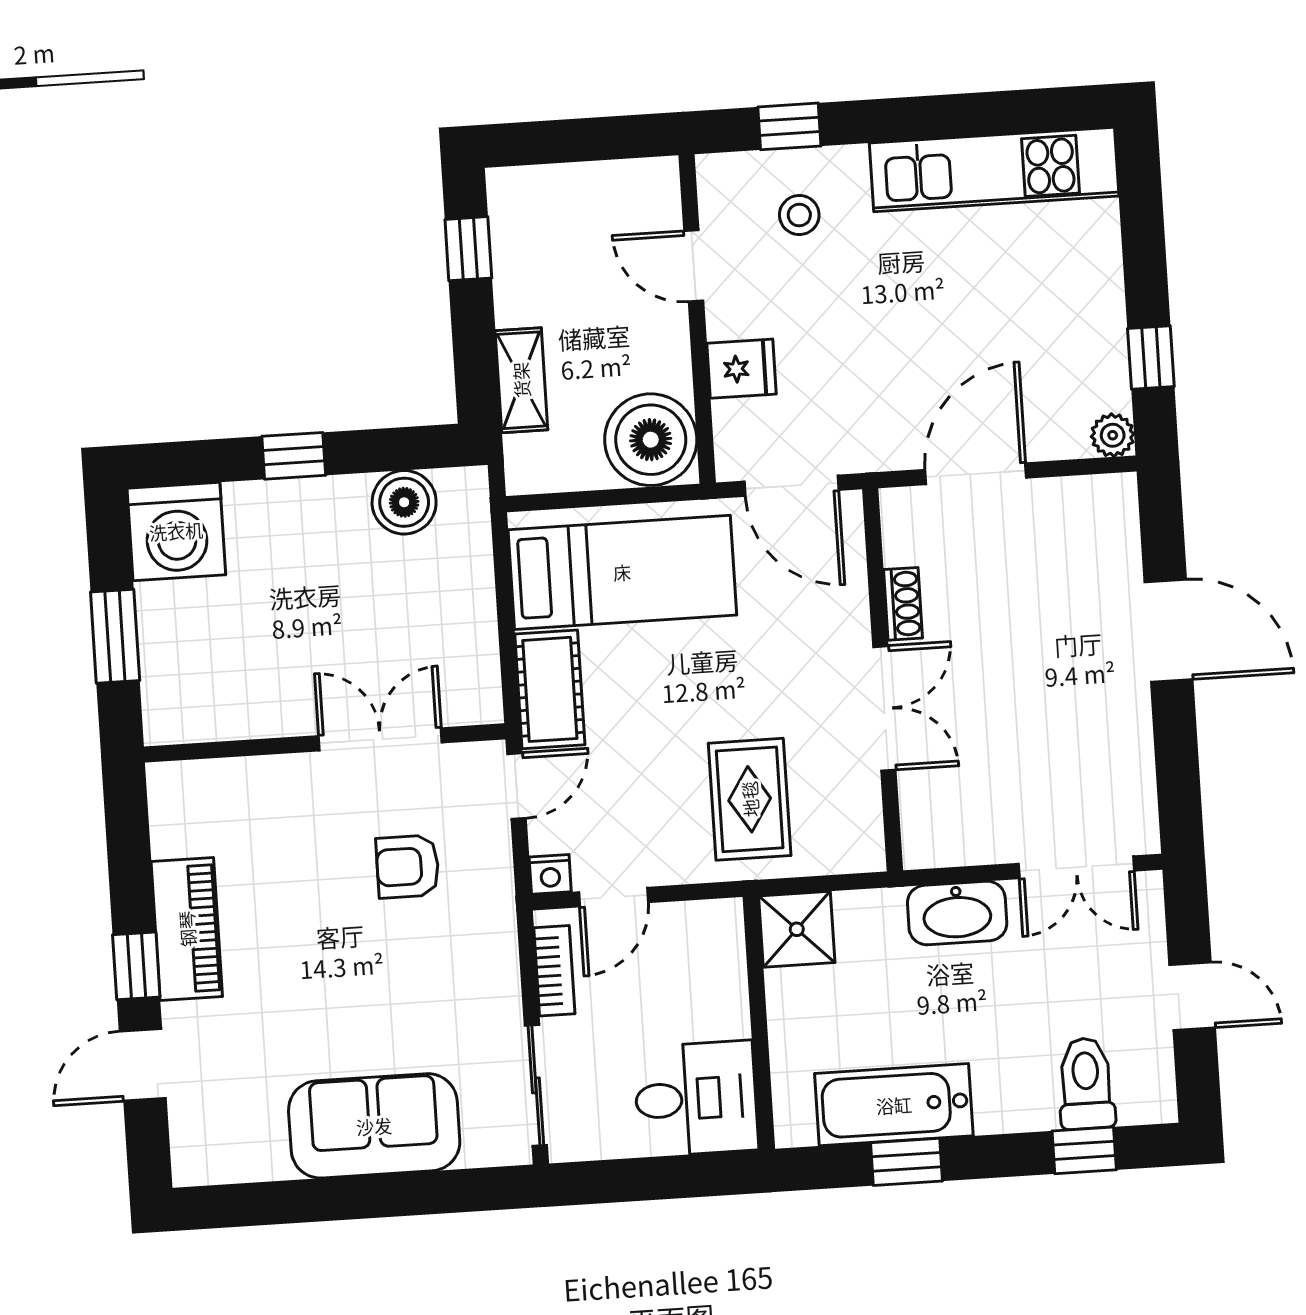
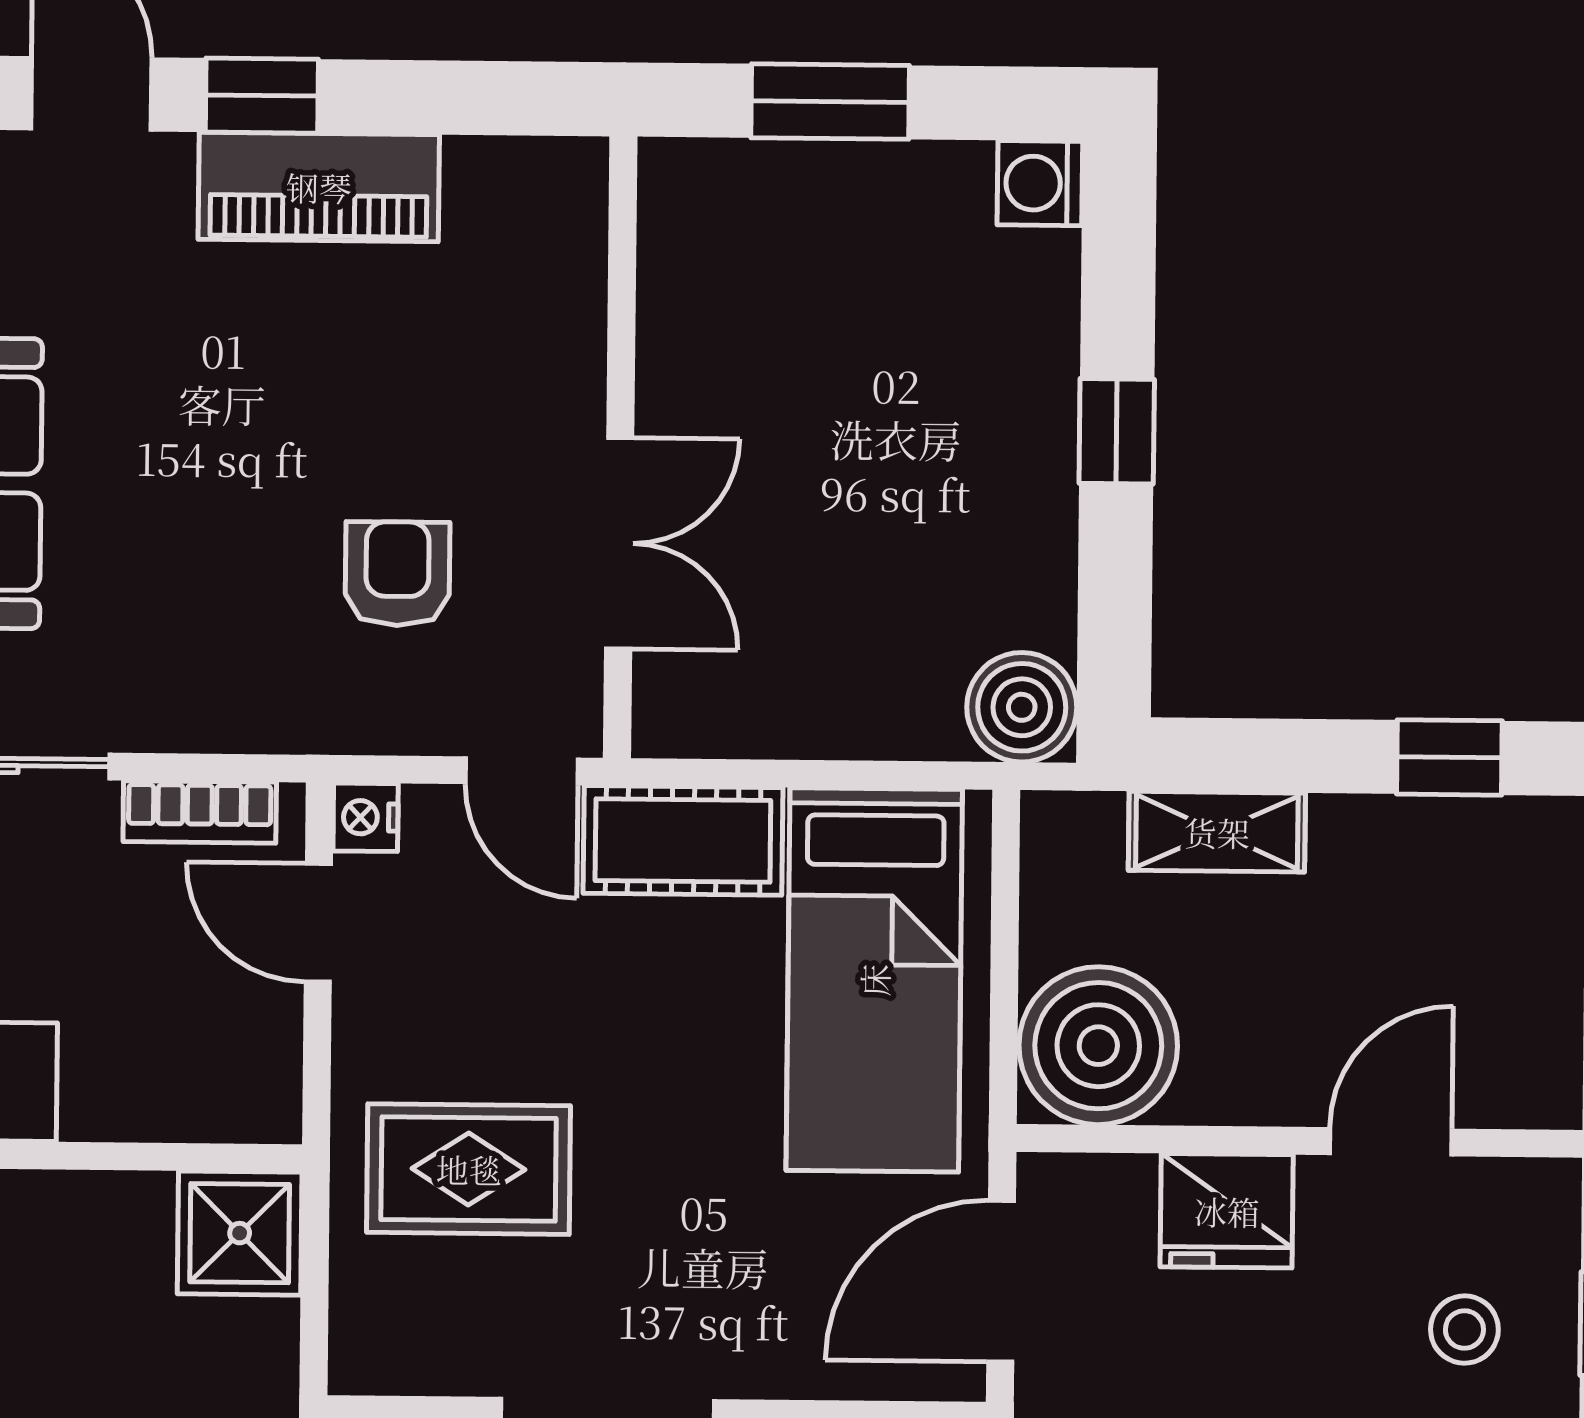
fridge: (741, 369) -> (1227, 1211), width x1.38
boiler: (404, 502) -> (1022, 707), moved
washing machine: (176, 531) -> (1040, 183), width x0.53, depth x0.53

